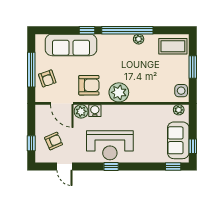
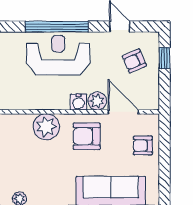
window: (31, 70) -> (164, 157), removed
armchair: (47, 78) -> (143, 146), turned -71
window: (111, 166) -> (57, 27), width x3.17

